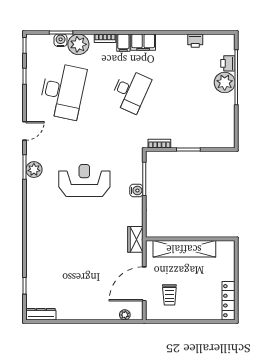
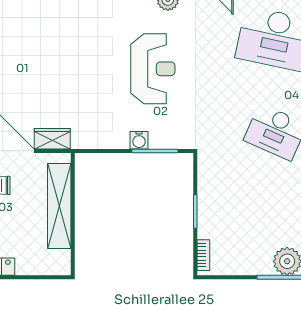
bookcase: (159, 144) -> (203, 255), moved
wardrobe: (135, 239) -> (52, 139), moved

